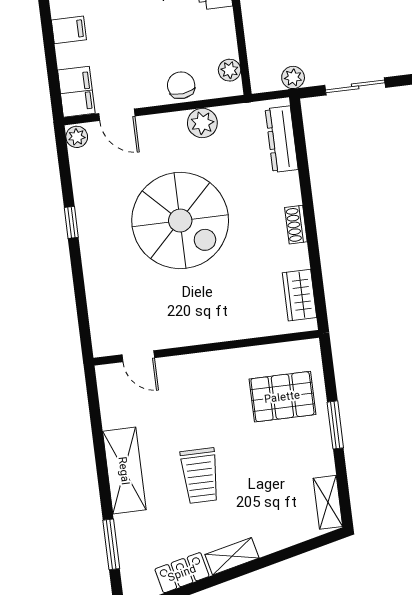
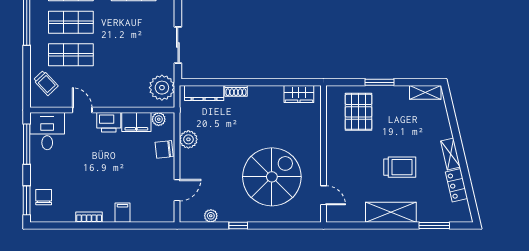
plant: (293, 77) -> (162, 88), width x1.87, depth x1.87
filing cabinet: (76, 92) -> (136, 122), moved, turned 180
plant: (77, 137) -> (211, 216), moved
spiral stairs: (180, 221) -> (272, 177), moved
shoe rack: (296, 225) -> (236, 91), moved
door: (138, 356) -> (323, 195), hinge flipped

